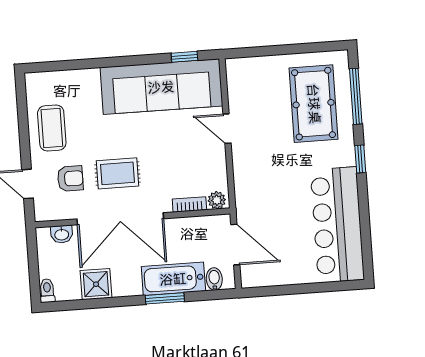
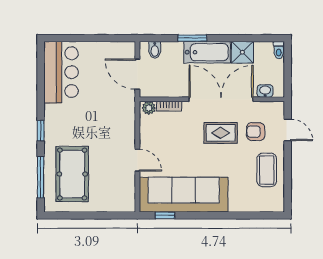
bar counter: (337, 225) -> (61, 72), width x0.73
bathtub: (173, 279) -> (207, 52), moved

